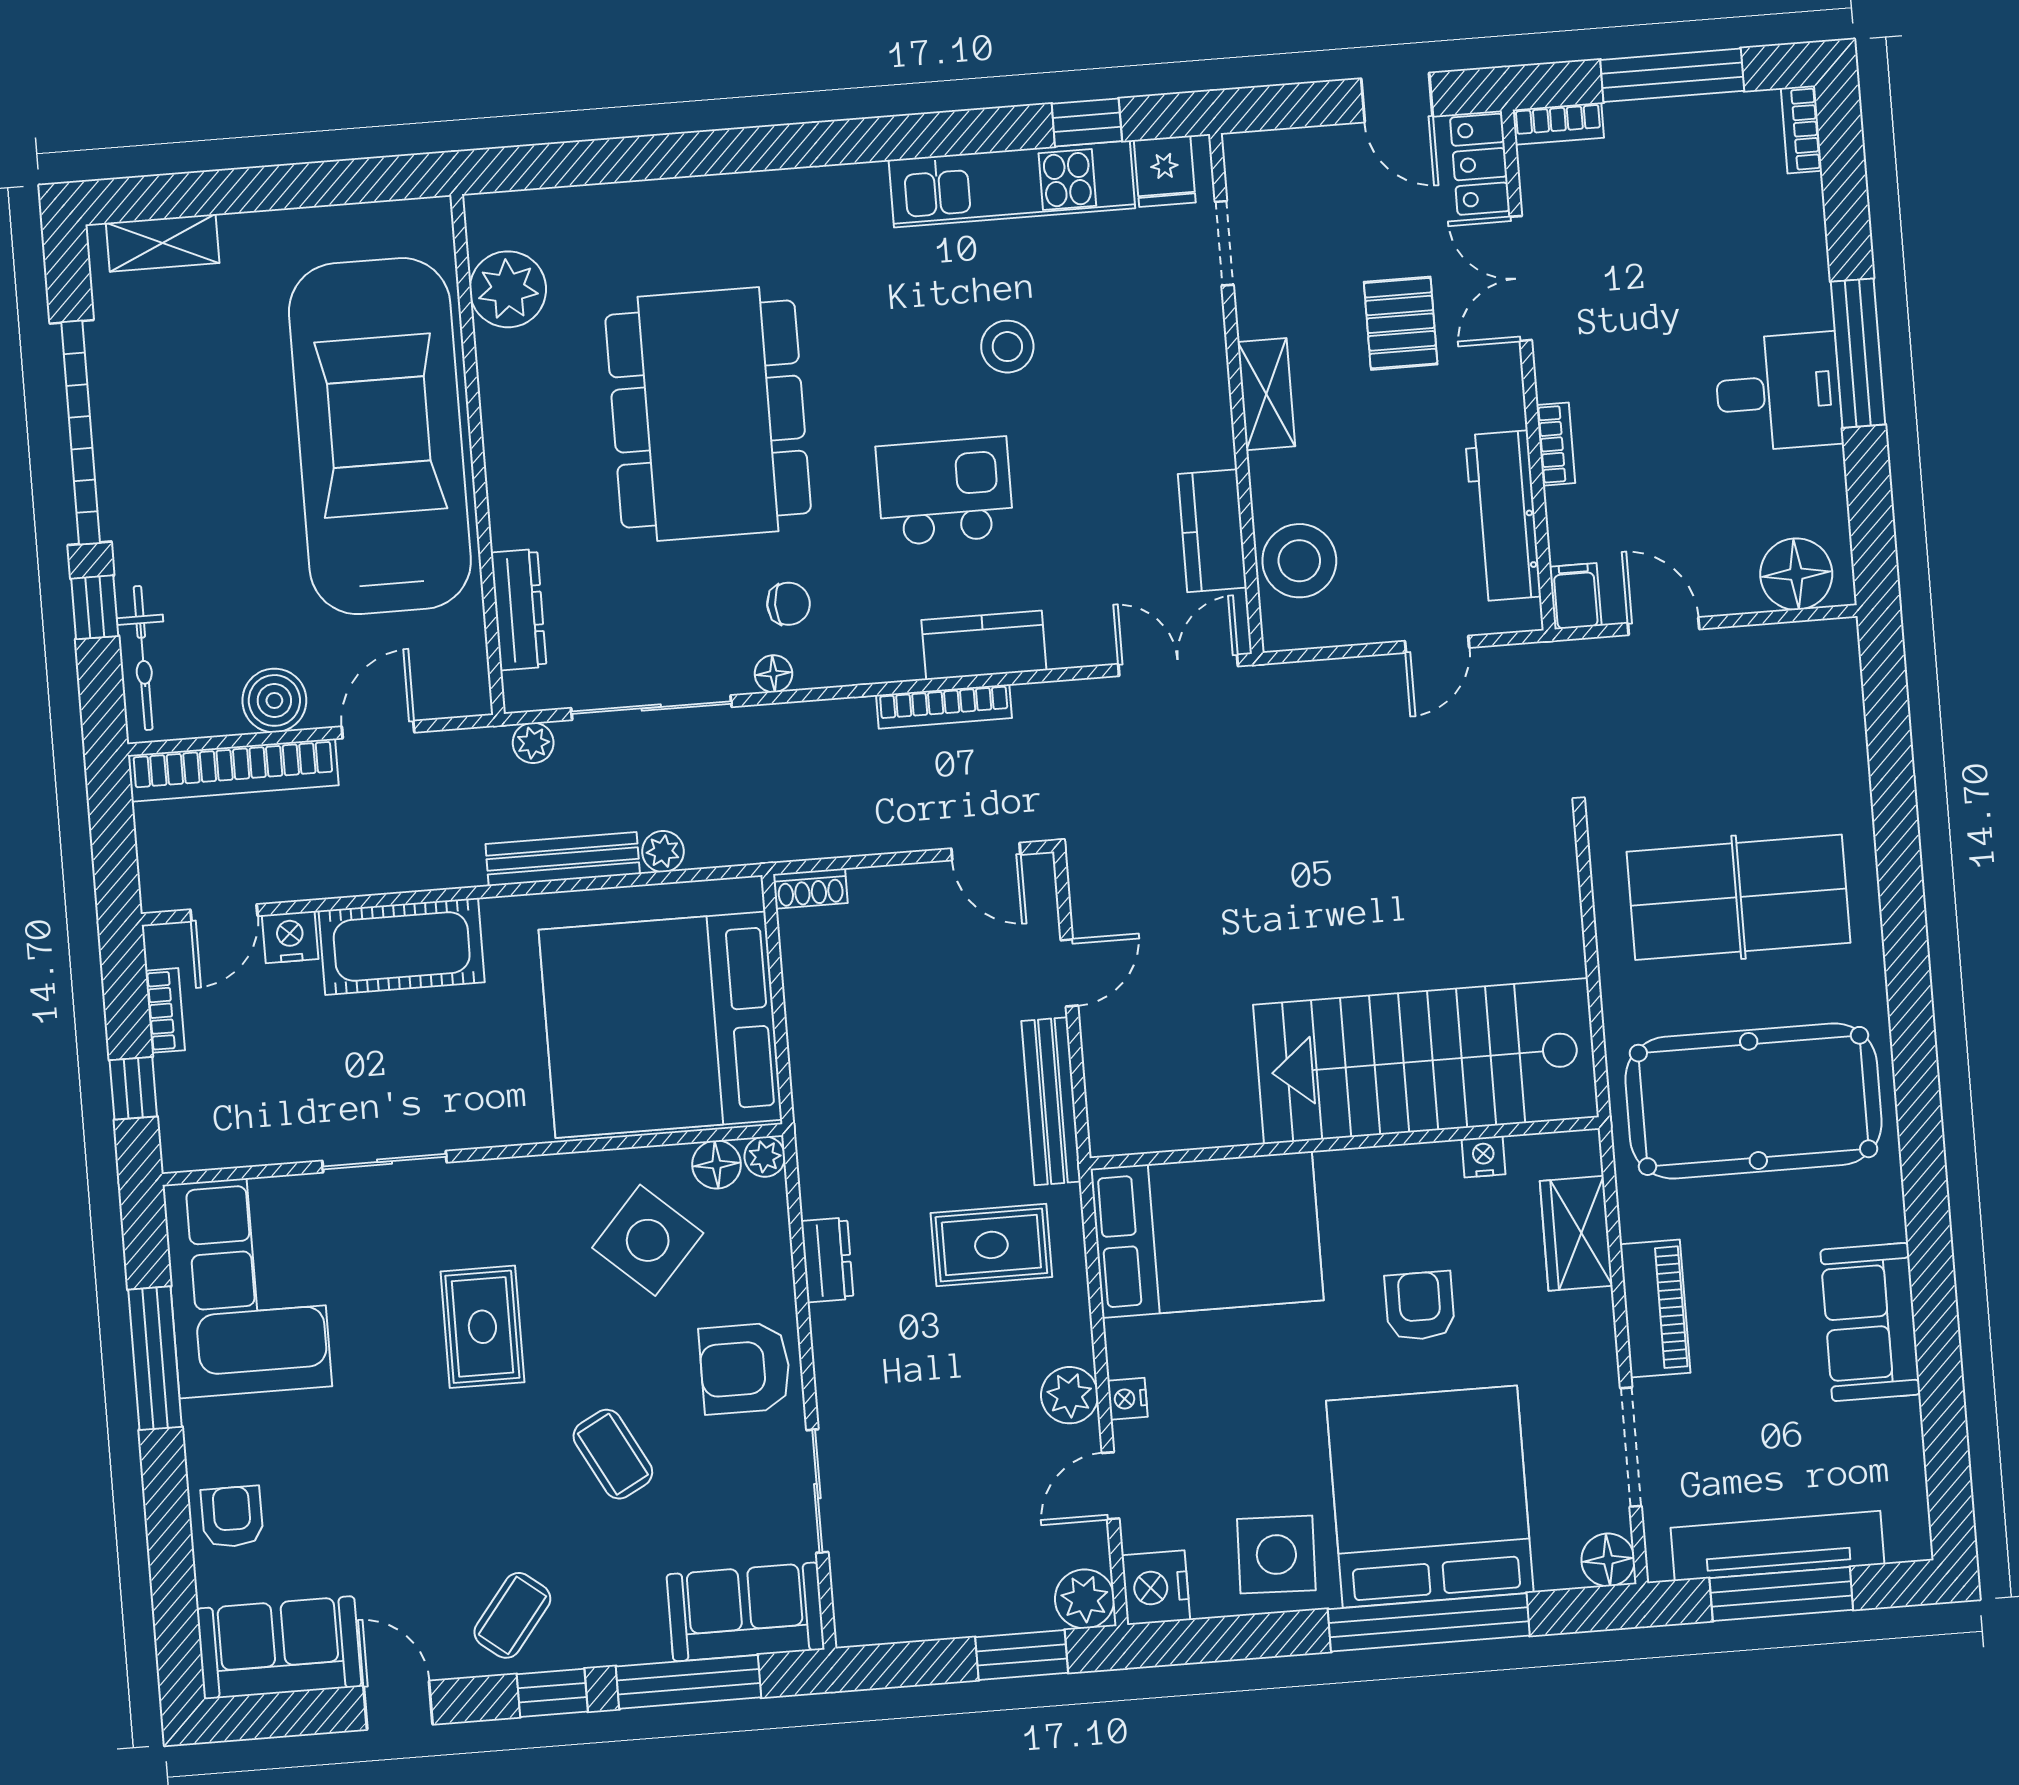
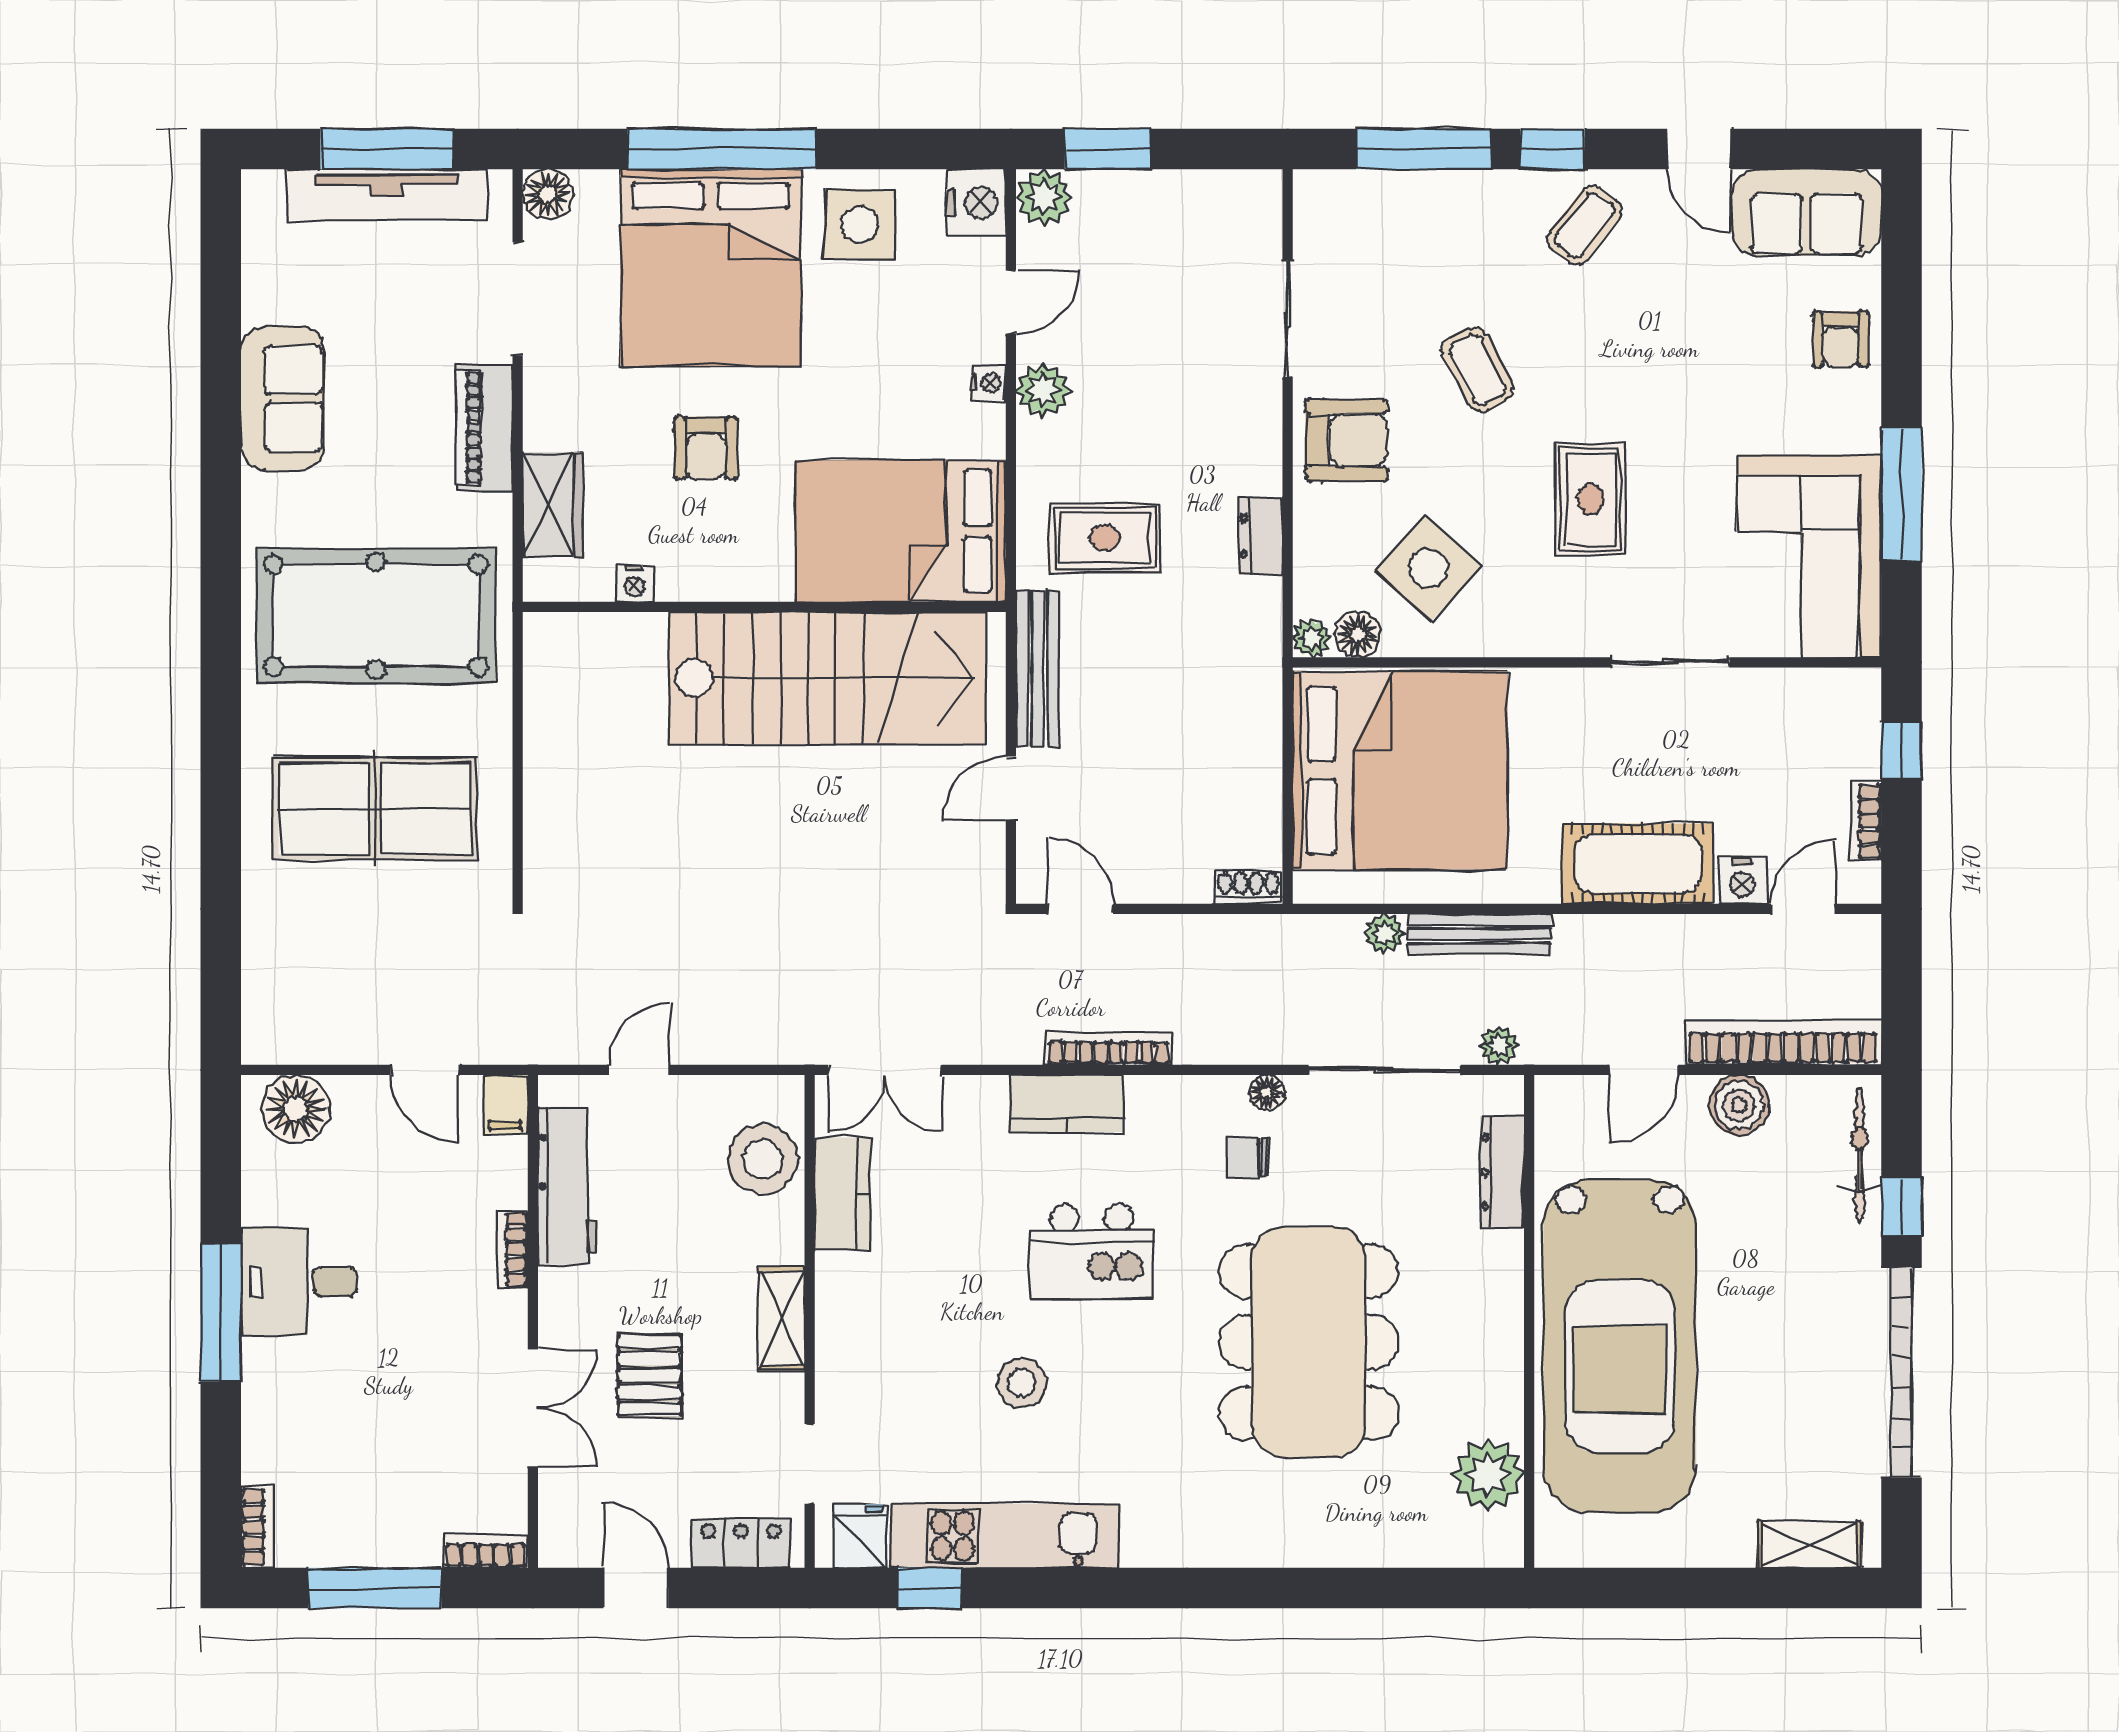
locker: (1480, 164) -> (741, 1543), moved, turned -90
stairs: (1426, 1061) -> (828, 678), moved
sofa: (746, 1612) -> (1364, 211), removed

